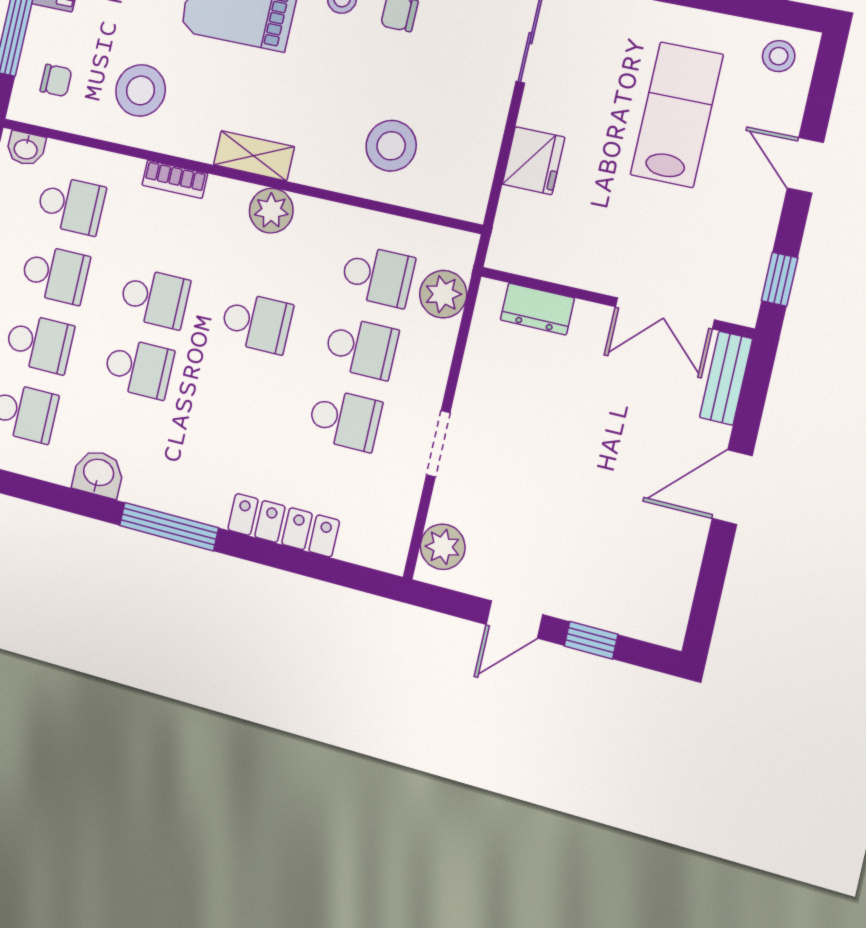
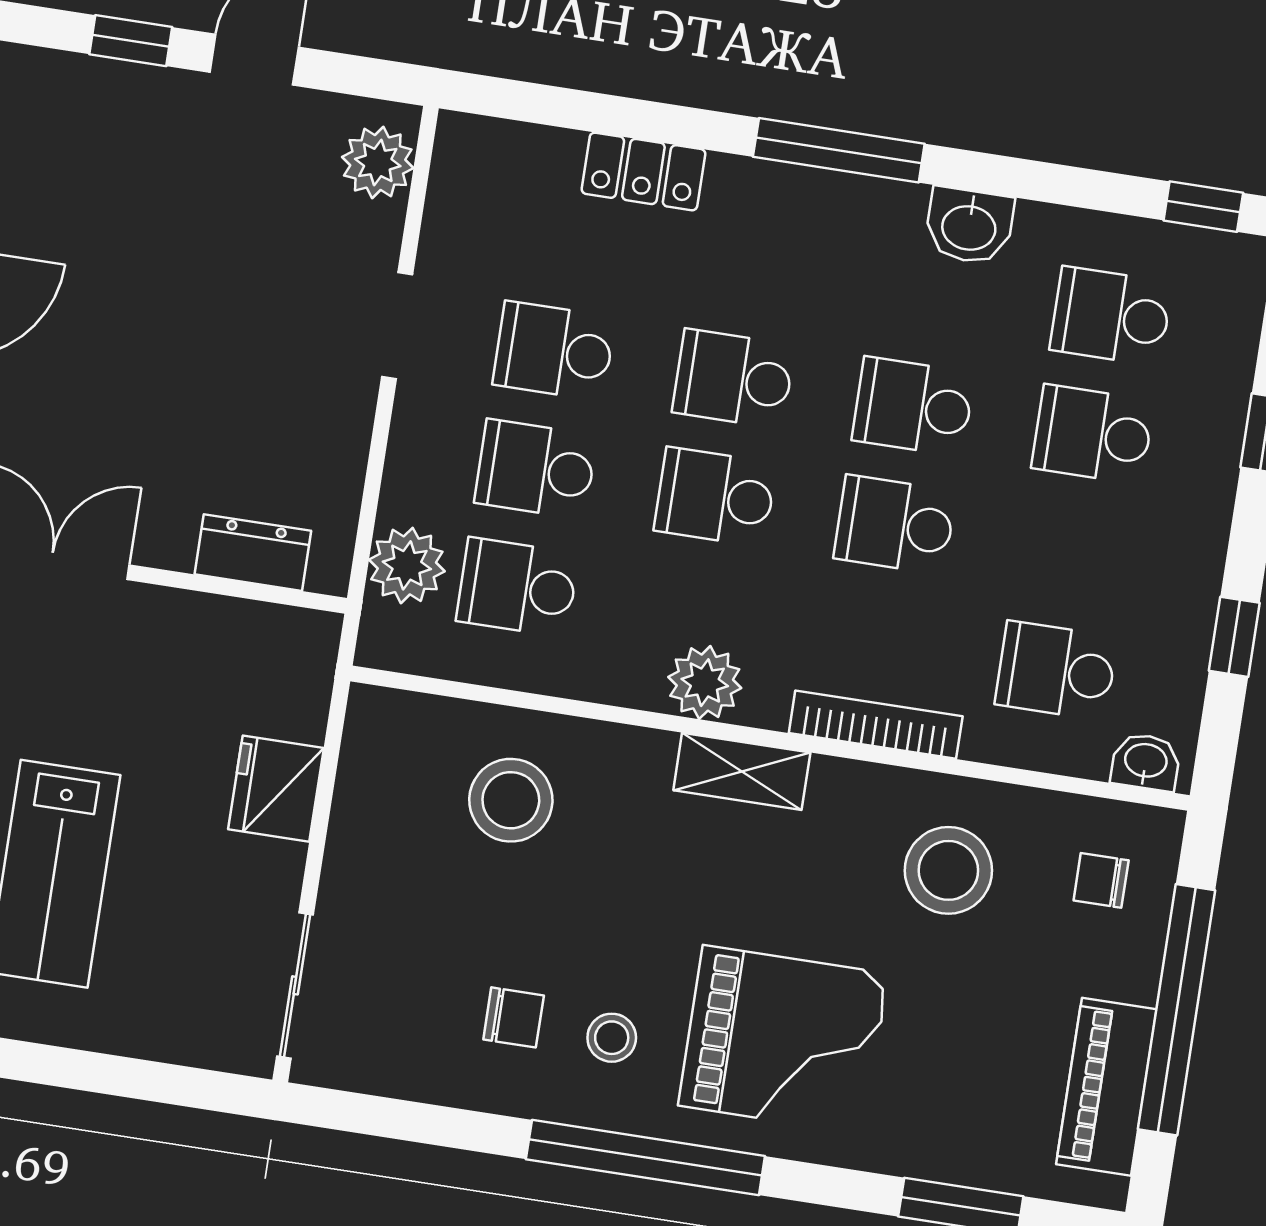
bookcase: (175, 179) -> (876, 725), width x1.56
school desk: (55, 274) -> (734, 379), moved
locker: (283, 525) -> (643, 171), width x0.66

